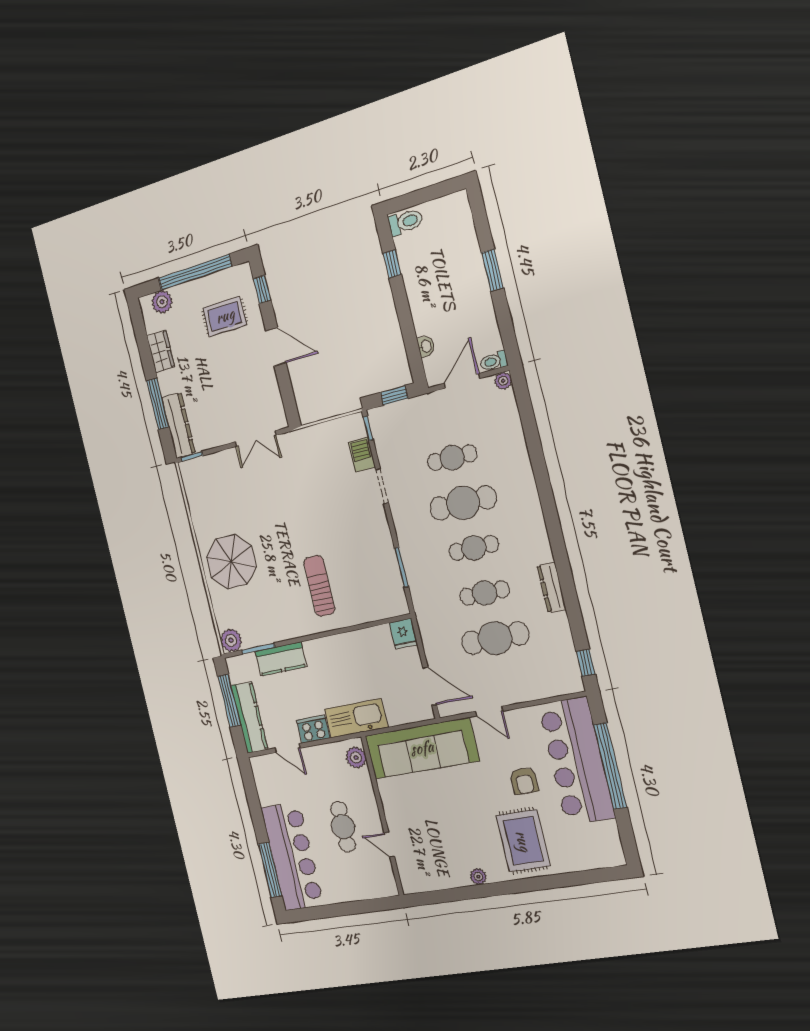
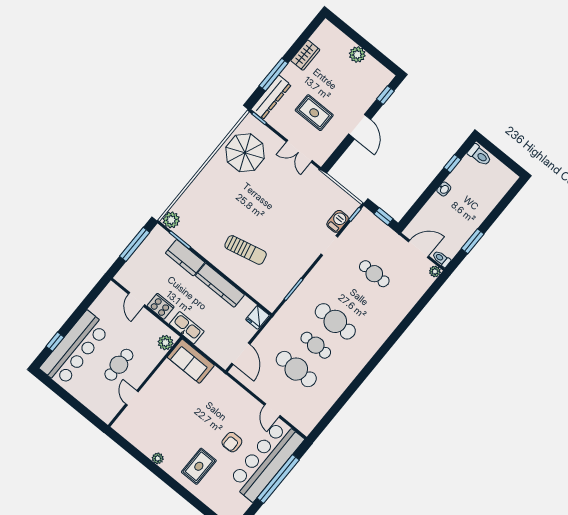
window: (492, 270) -> (473, 241), moved
window: (195, 272) -> (366, 45), removed
plant: (162, 302) -> (357, 55), moved
rug: (225, 316) -> (314, 113), moved
washbasin: (426, 346) -> (444, 189), moved
cafe table: (463, 503) -> (355, 298), removed
cafe table: (474, 548) -> (335, 321), width x1.37, depth x1.35
parasol: (231, 562) -> (245, 153), moved
sun lounger: (319, 586) -> (246, 250), turned 77
dresser: (552, 587) -> (347, 378), removed
window: (586, 663) -> (322, 426), removed
door: (489, 711) -> (272, 410), moved
kitchen counter: (249, 718) -> (220, 285), moved, turned 90
kitchen sink: (356, 718) -> (187, 328), width x0.73, depth x0.81
sofa: (422, 748) -> (191, 361), width x0.54, depth x0.79
rug: (523, 841) -> (199, 466), width x0.73, depth x0.70
window: (270, 870) -> (55, 342), width x0.46

